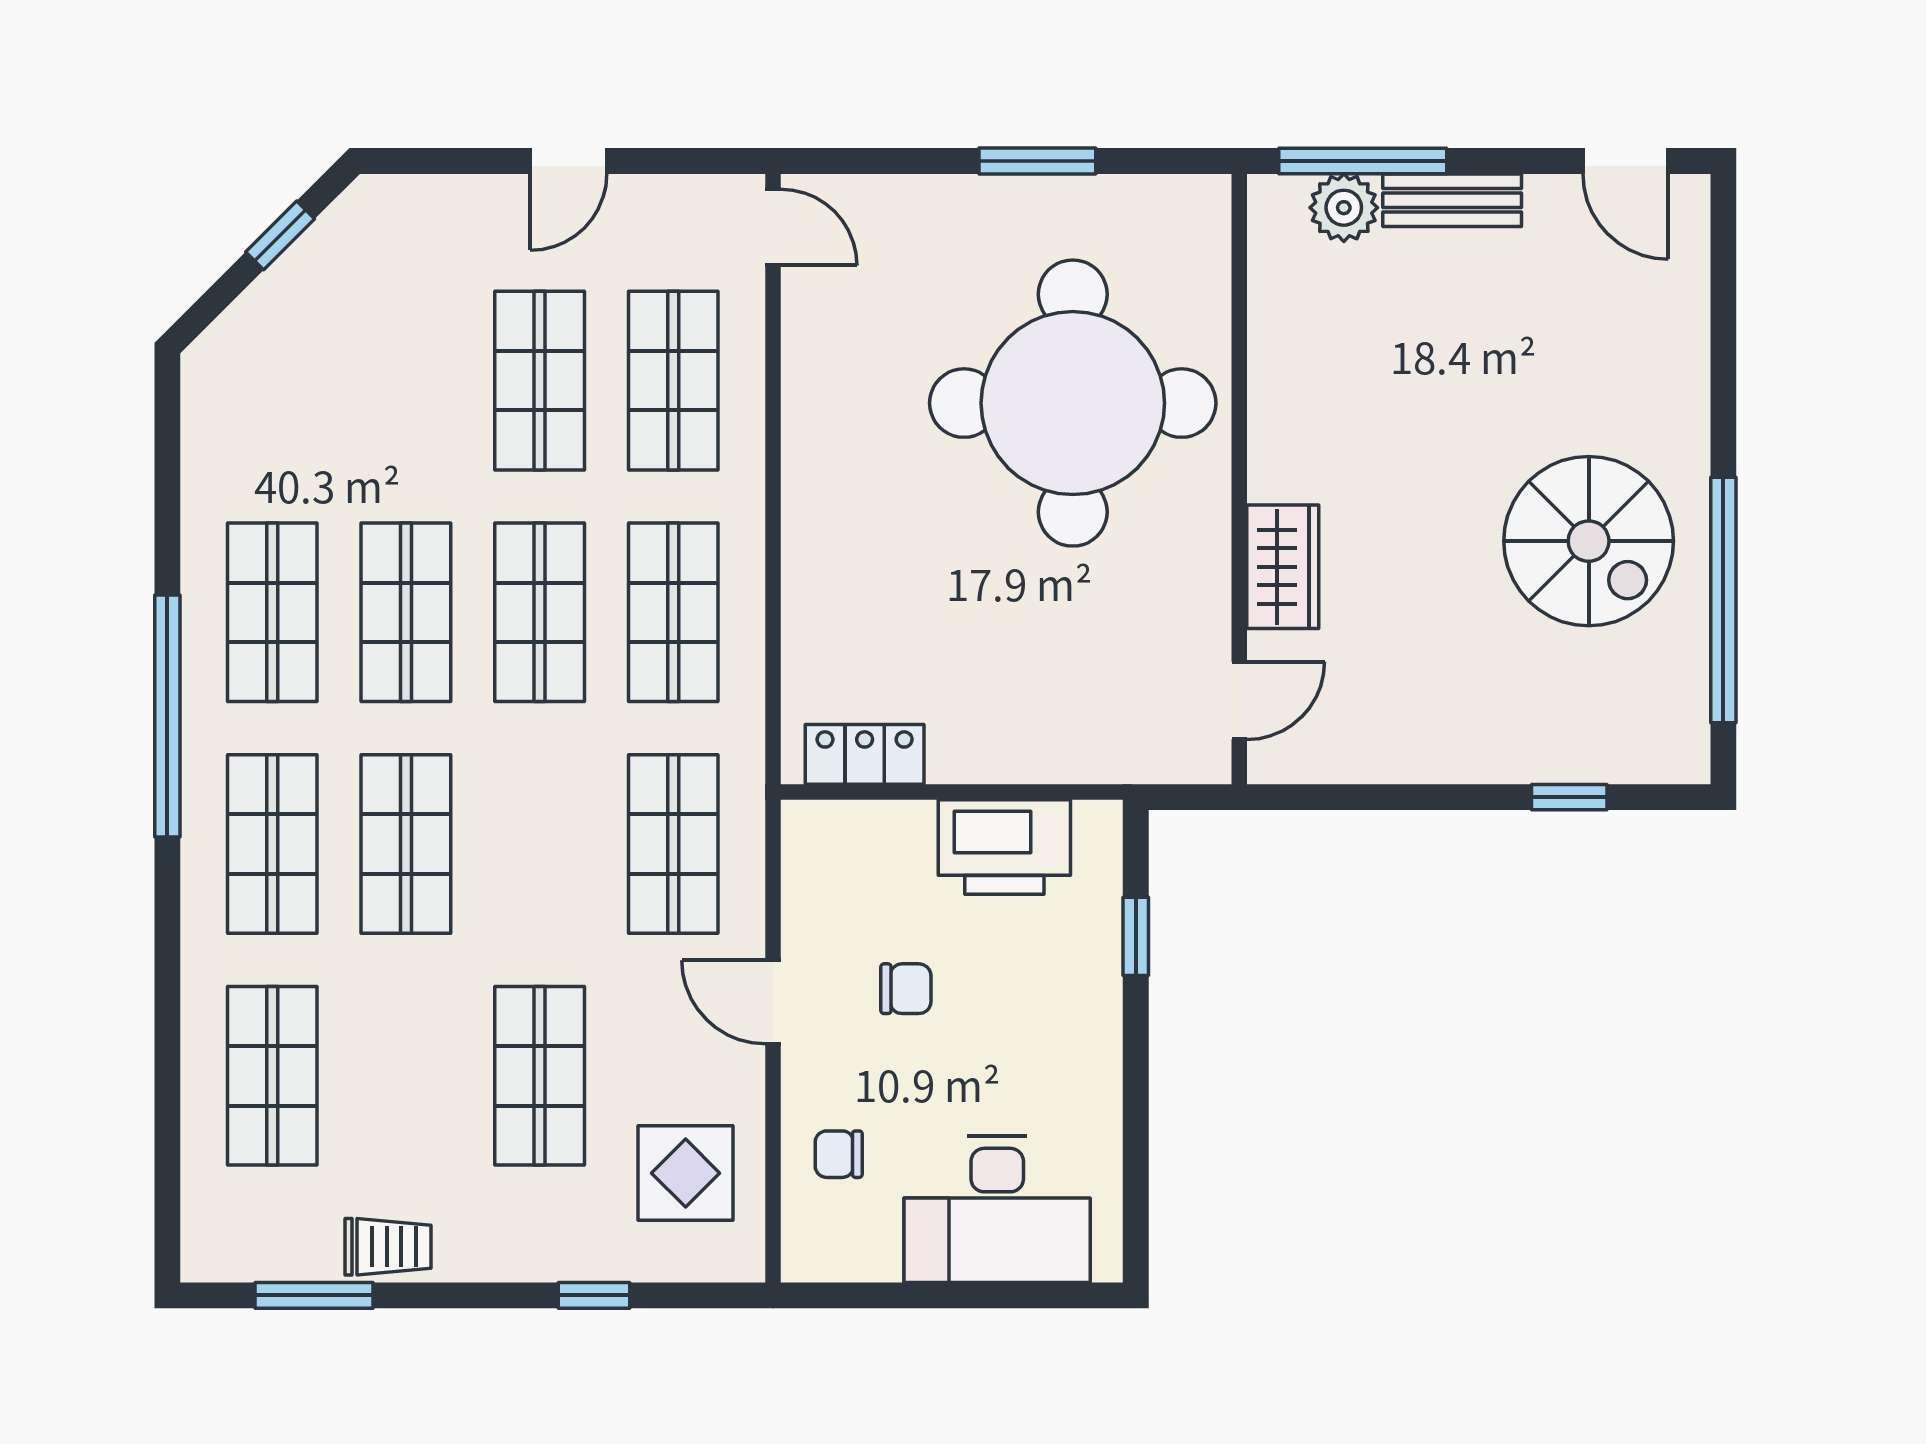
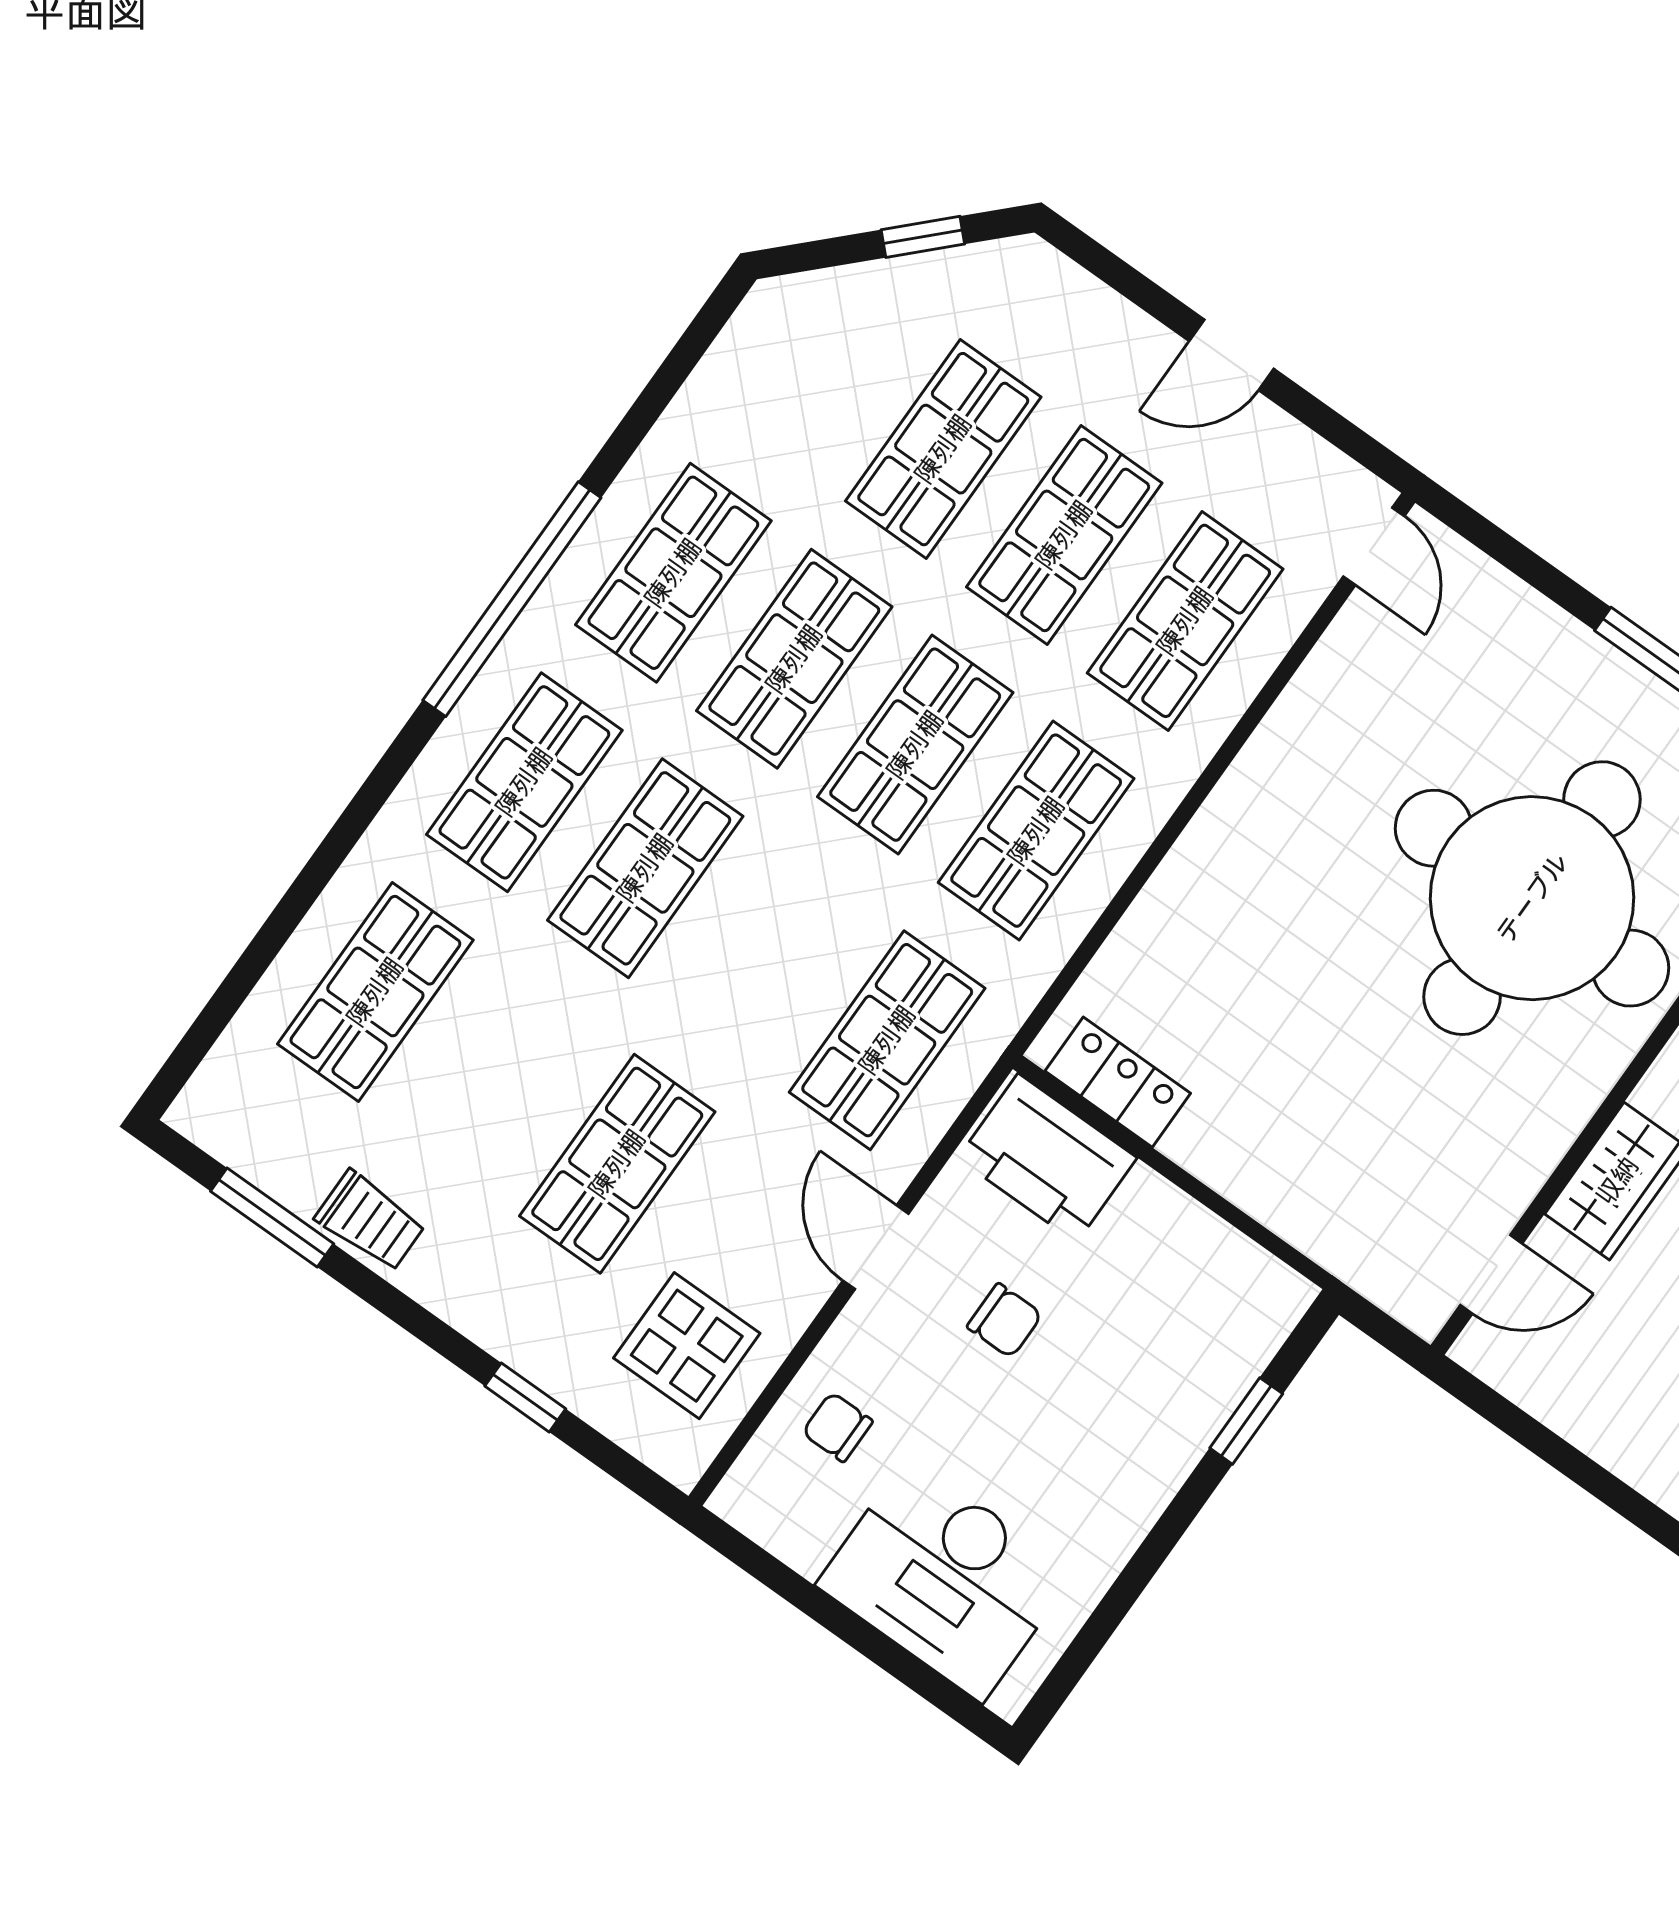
shop shelf: (406, 381) -> (943, 449), added
printer: (1004, 847) -> (1047, 1158), moved

